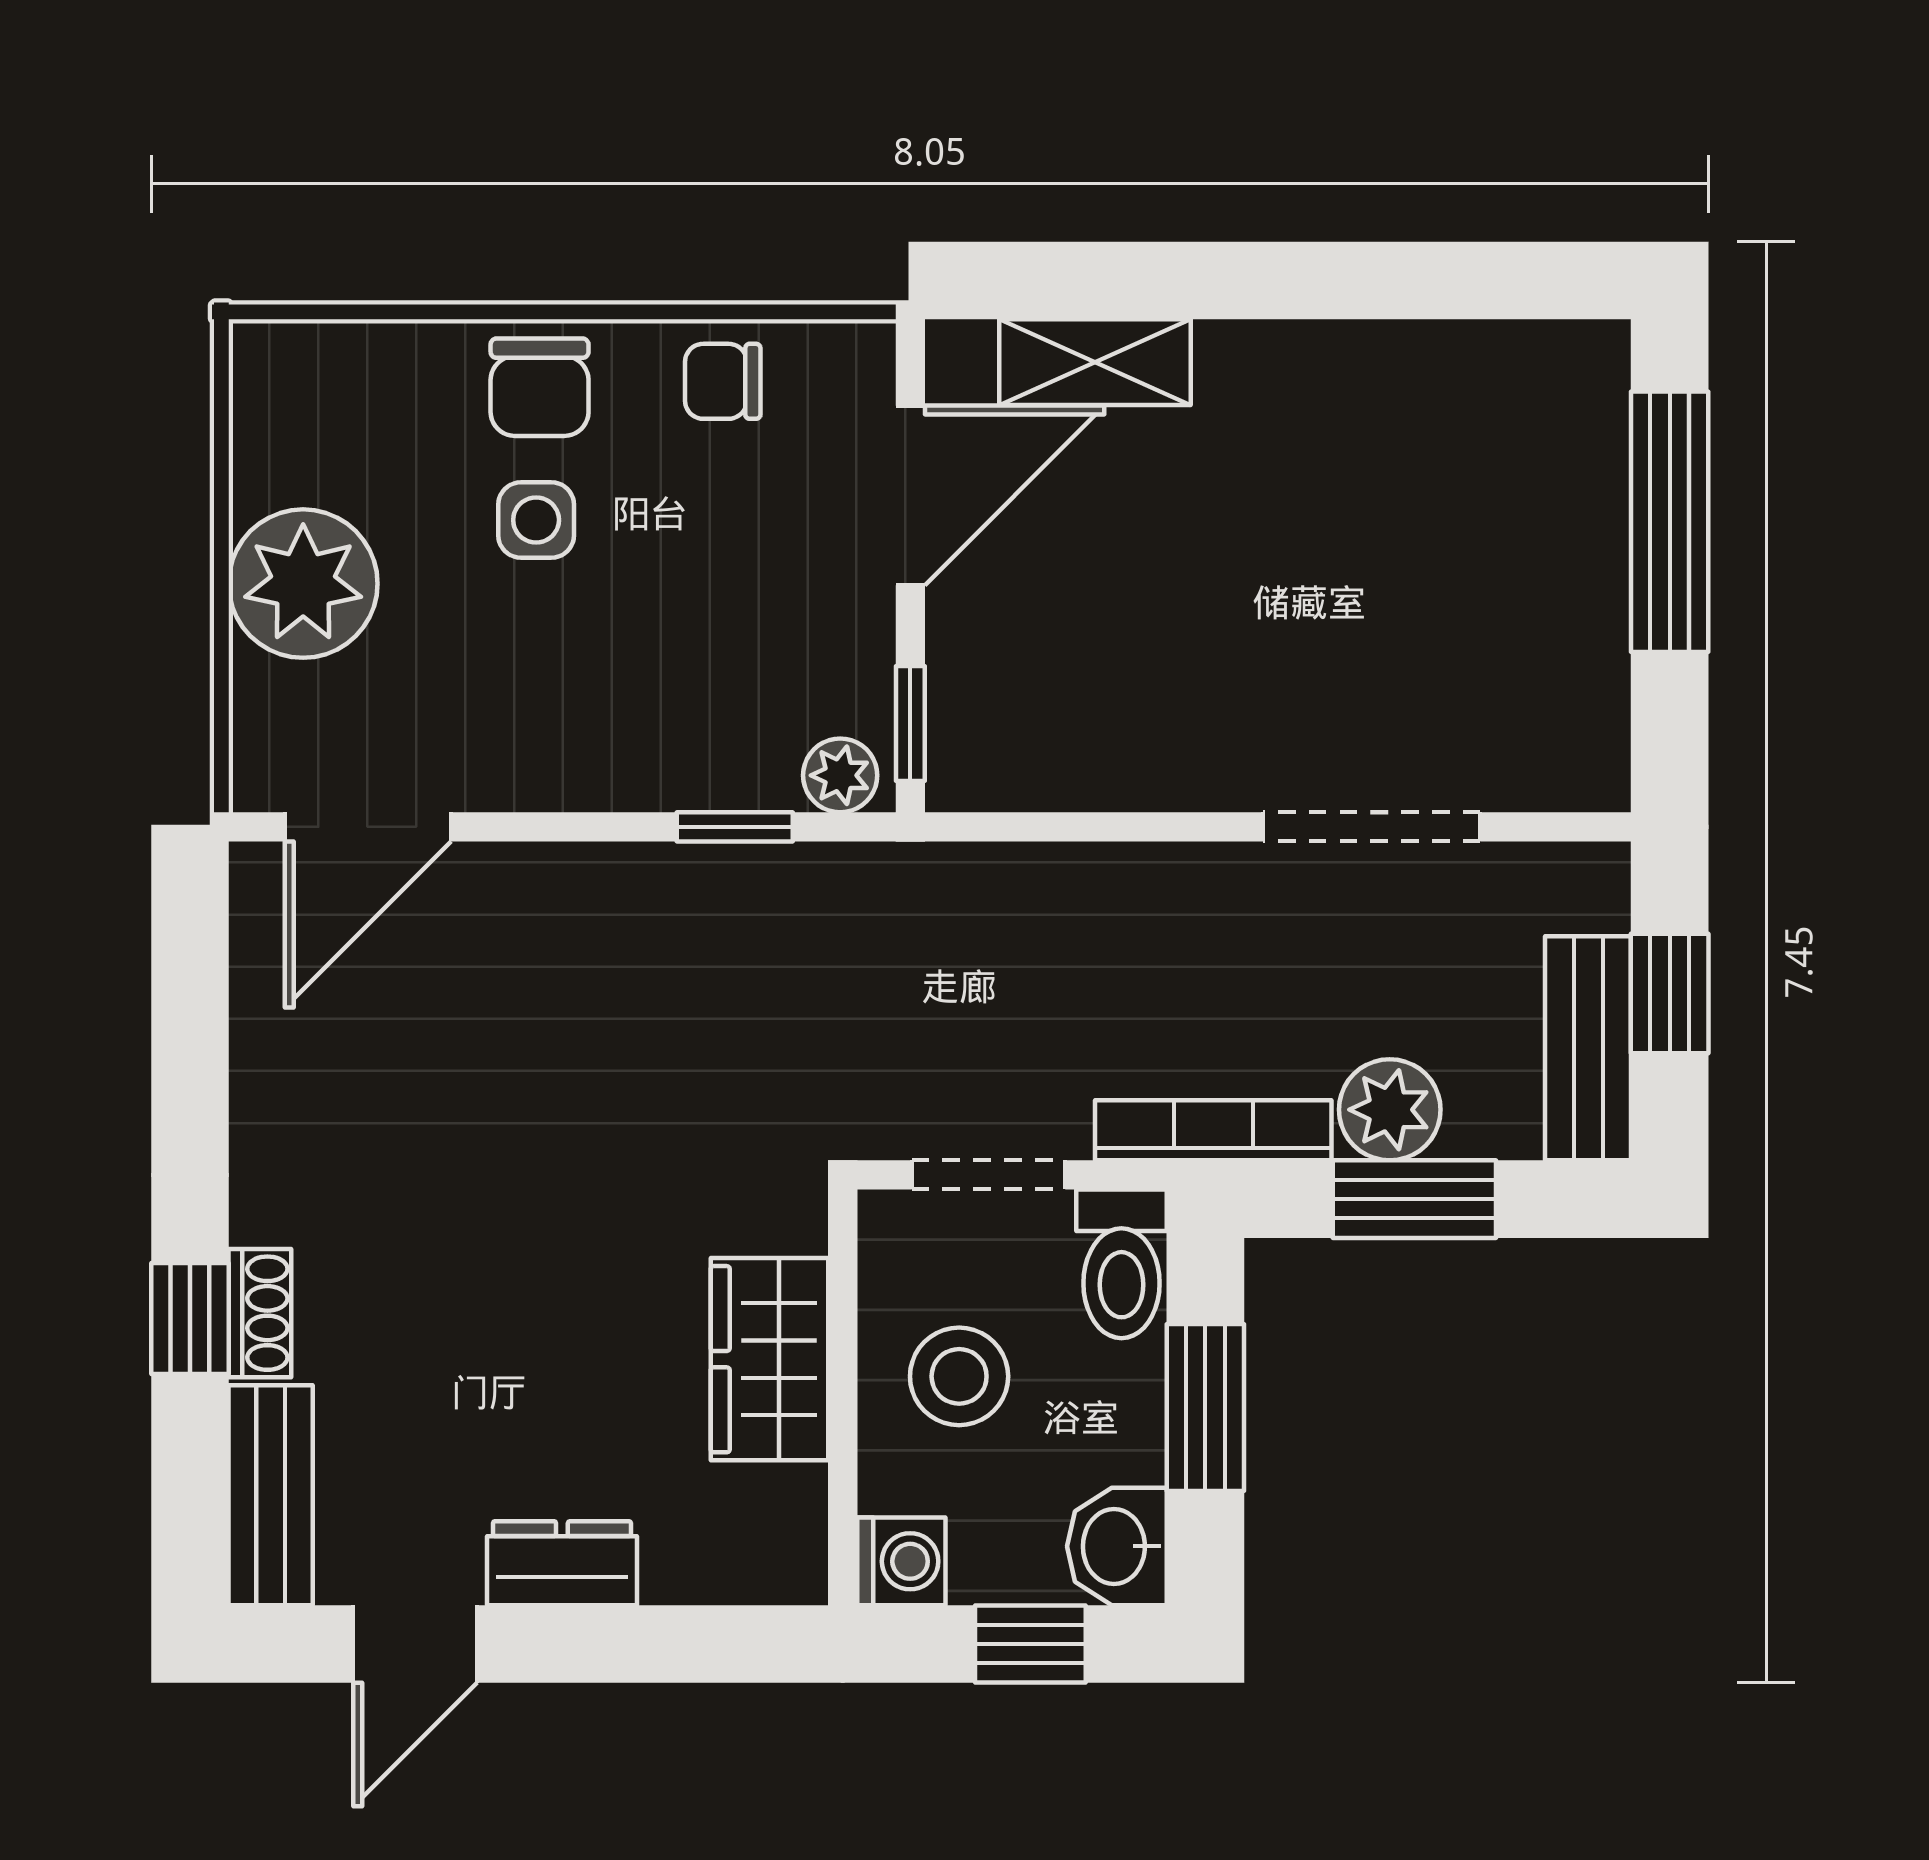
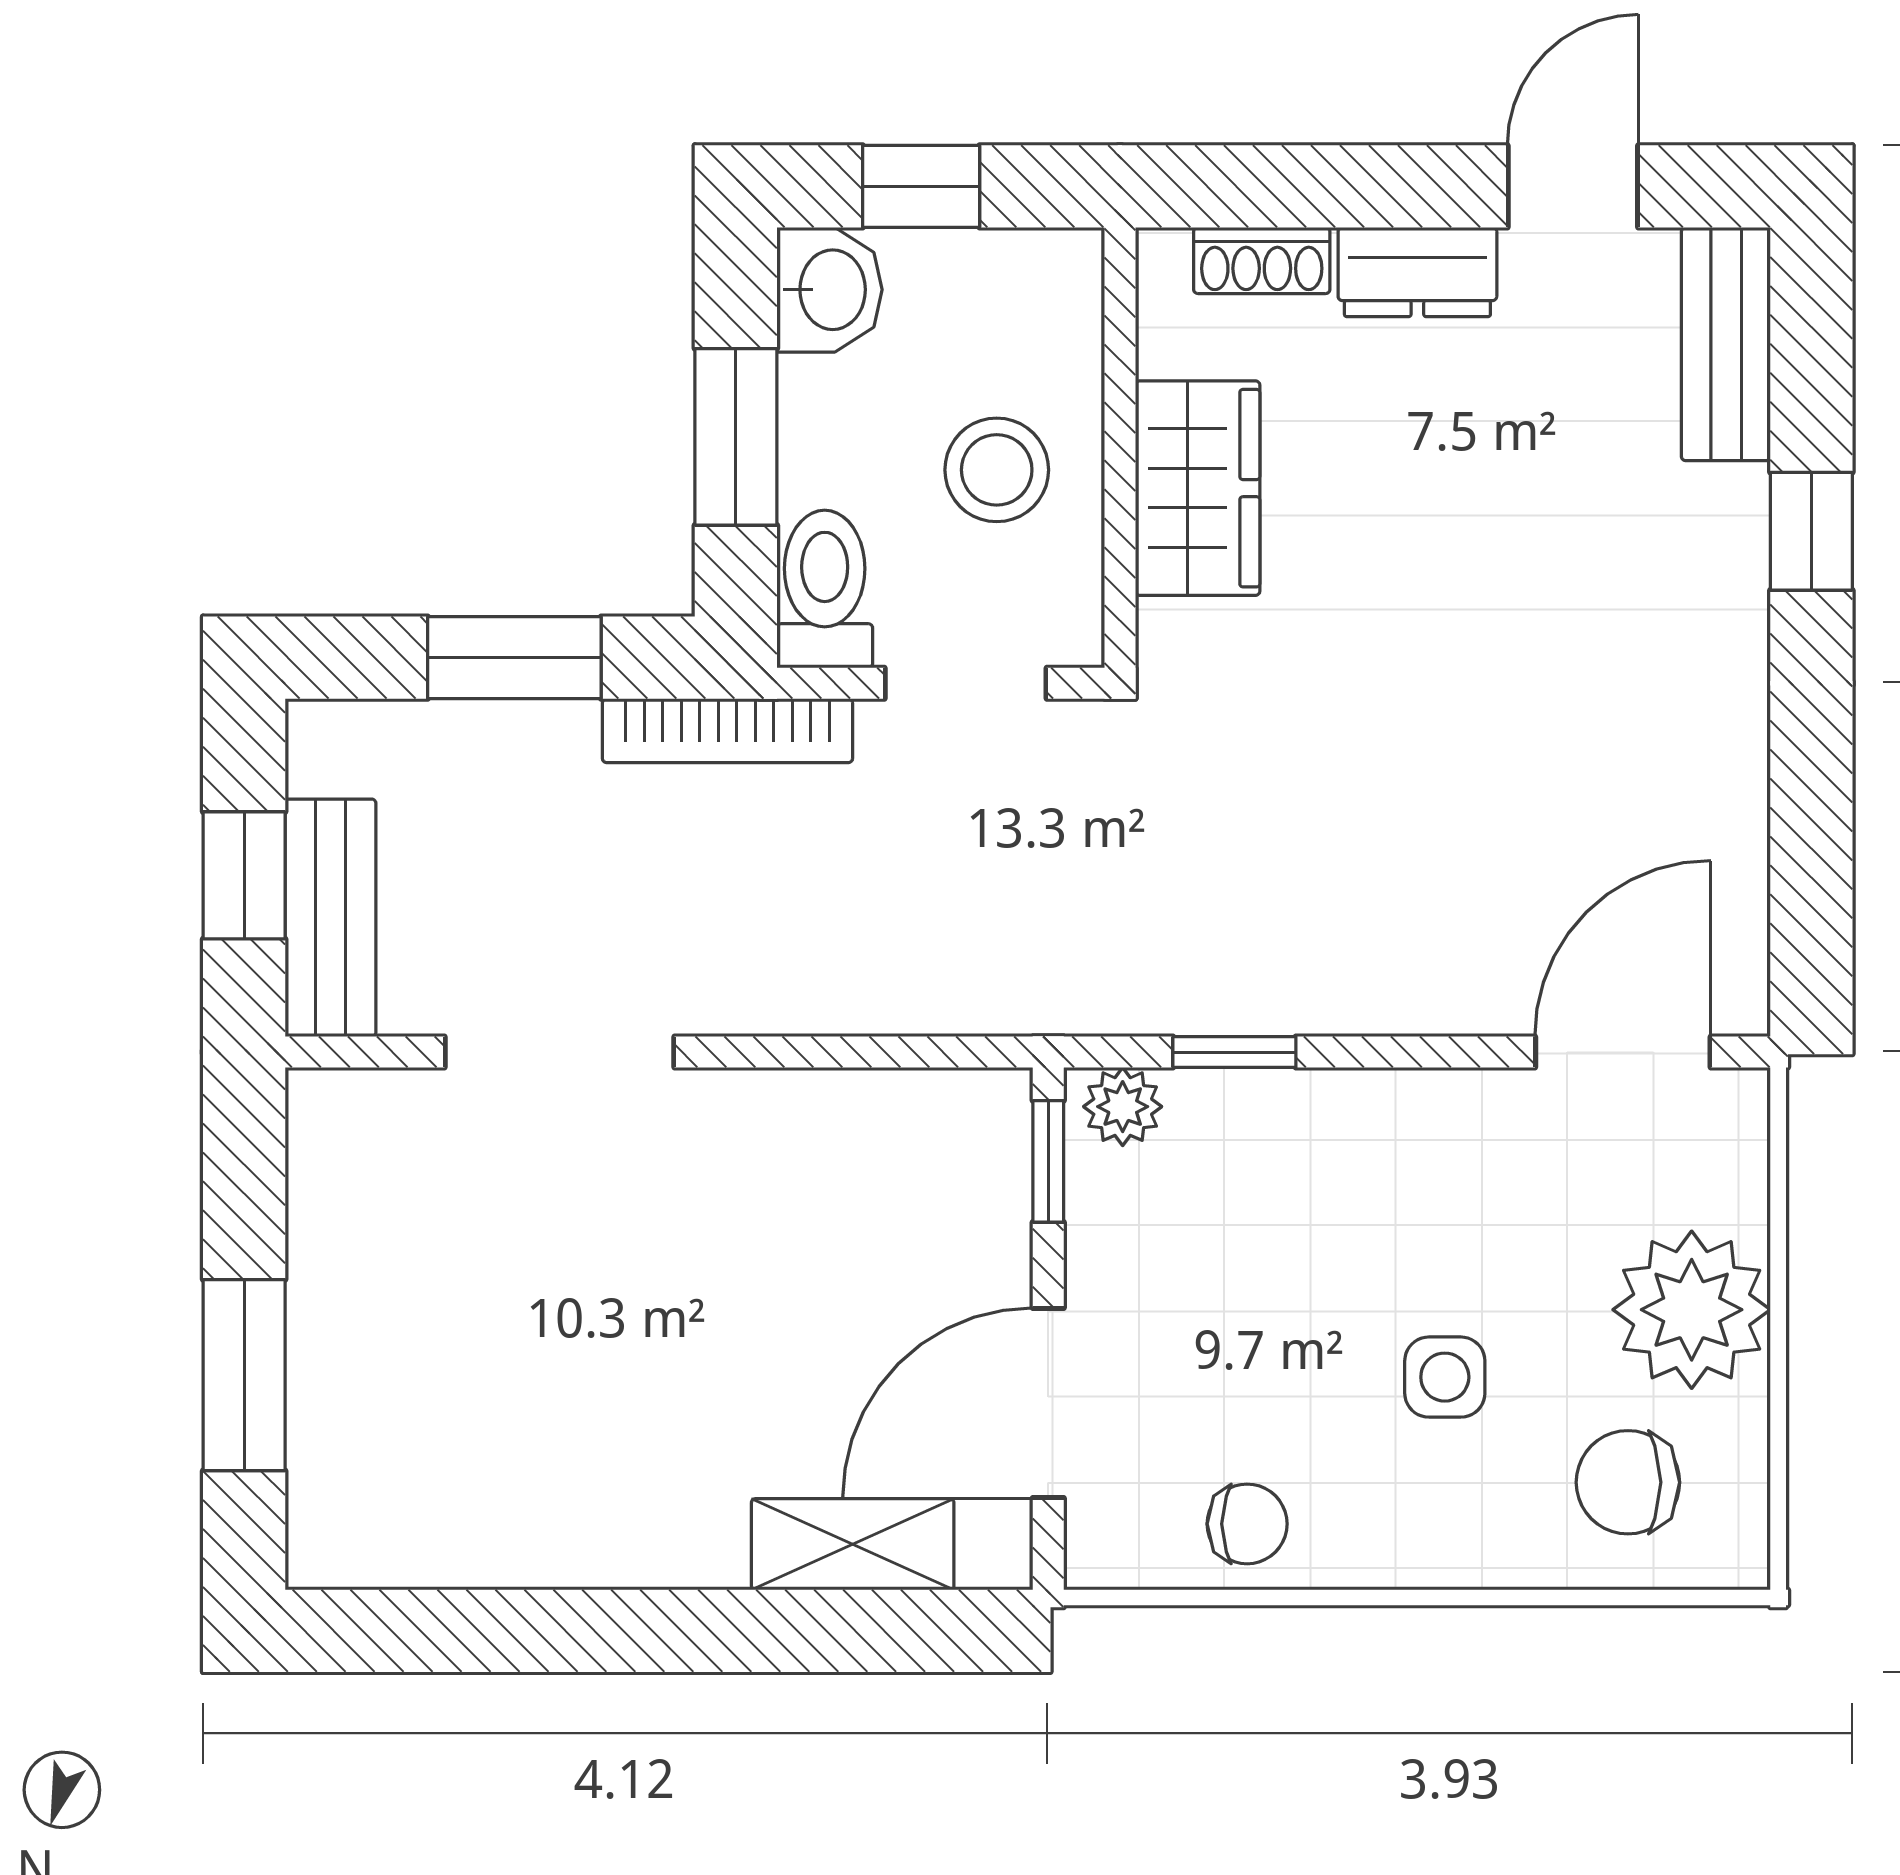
chair: (540, 387) -> (1628, 1482), moved, turned -90
window: (1670, 522) -> (244, 1375), width x0.69
bench: (1588, 1048) -> (330, 918), moved
plant: (1390, 1110) -> (541, 752), removed
shoe rack: (260, 1313) -> (1262, 260), moved, turned -90
washing machine: (901, 1561) -> (1058, 274), removed

